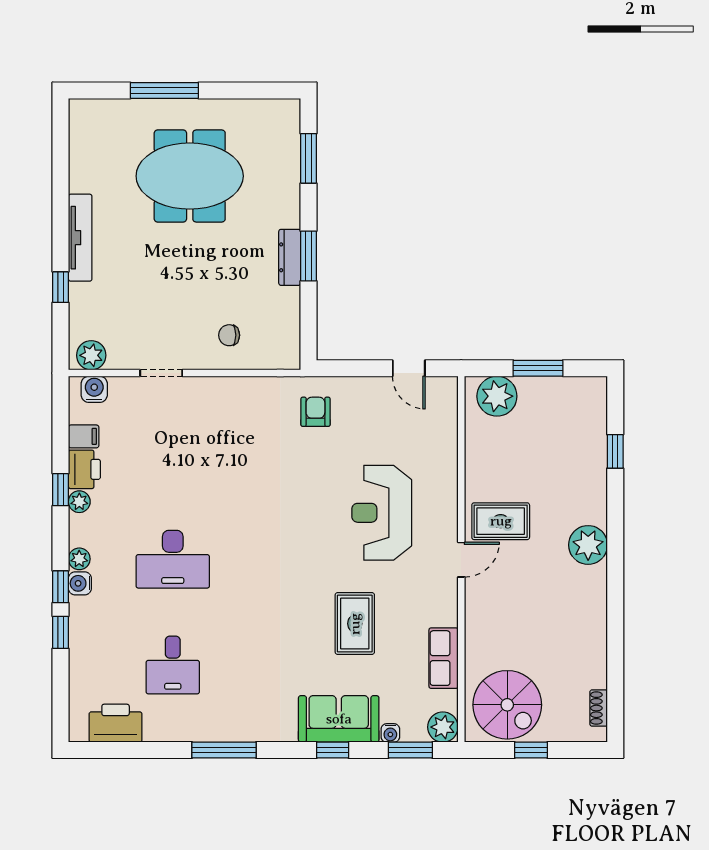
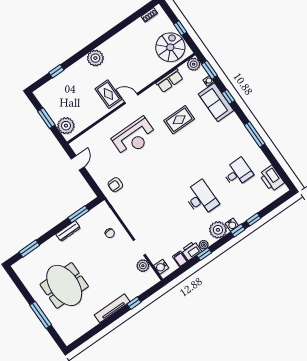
window: (309, 256) -> (78, 214), moved
plant: (91, 355) -> (143, 266), moved
plant: (79, 559) -> (218, 230), width x1.88, depth x1.88

